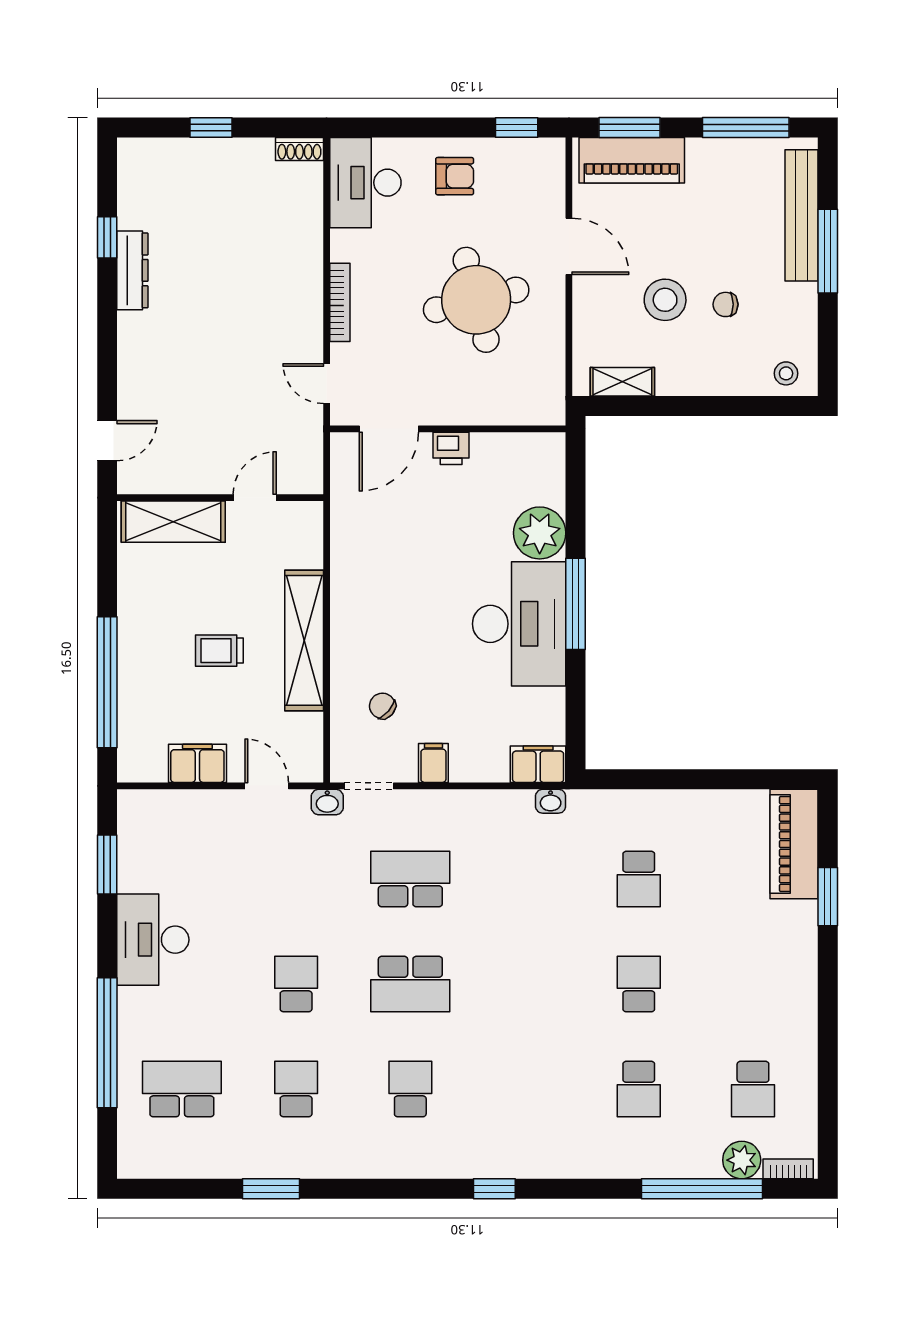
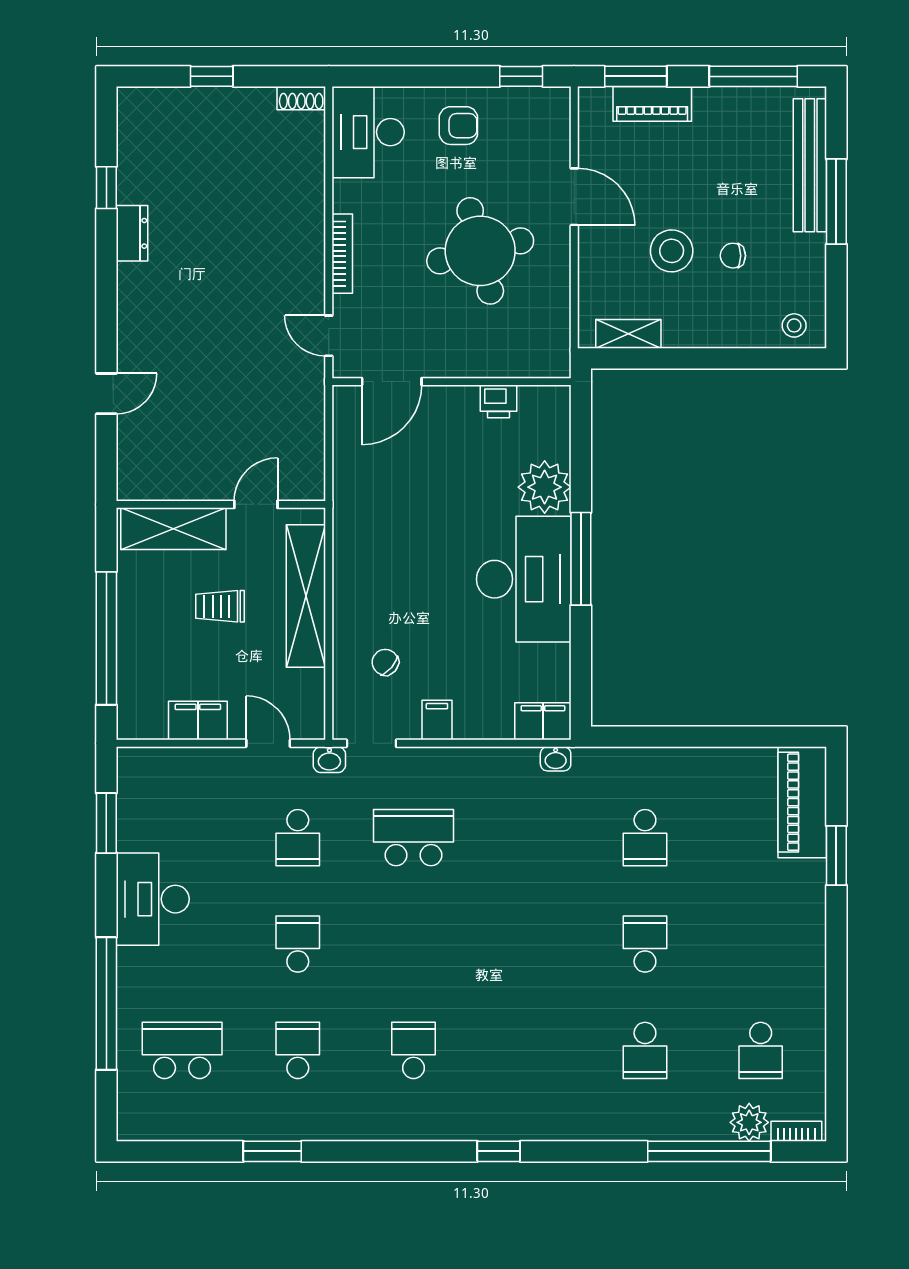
piano: (632, 160) -> (652, 104), width x0.73, depth x0.75
dresser: (132, 270) -> (132, 233), width x0.70
printer: (451, 448) -> (499, 401), moved
wall: (220, 498) -> (221, 504), moved
door: (255, 498) -> (256, 504), moved
shelving: (173, 522) -> (173, 529), moved
school desk: (410, 984) -> (298, 838), moved, width x0.54

